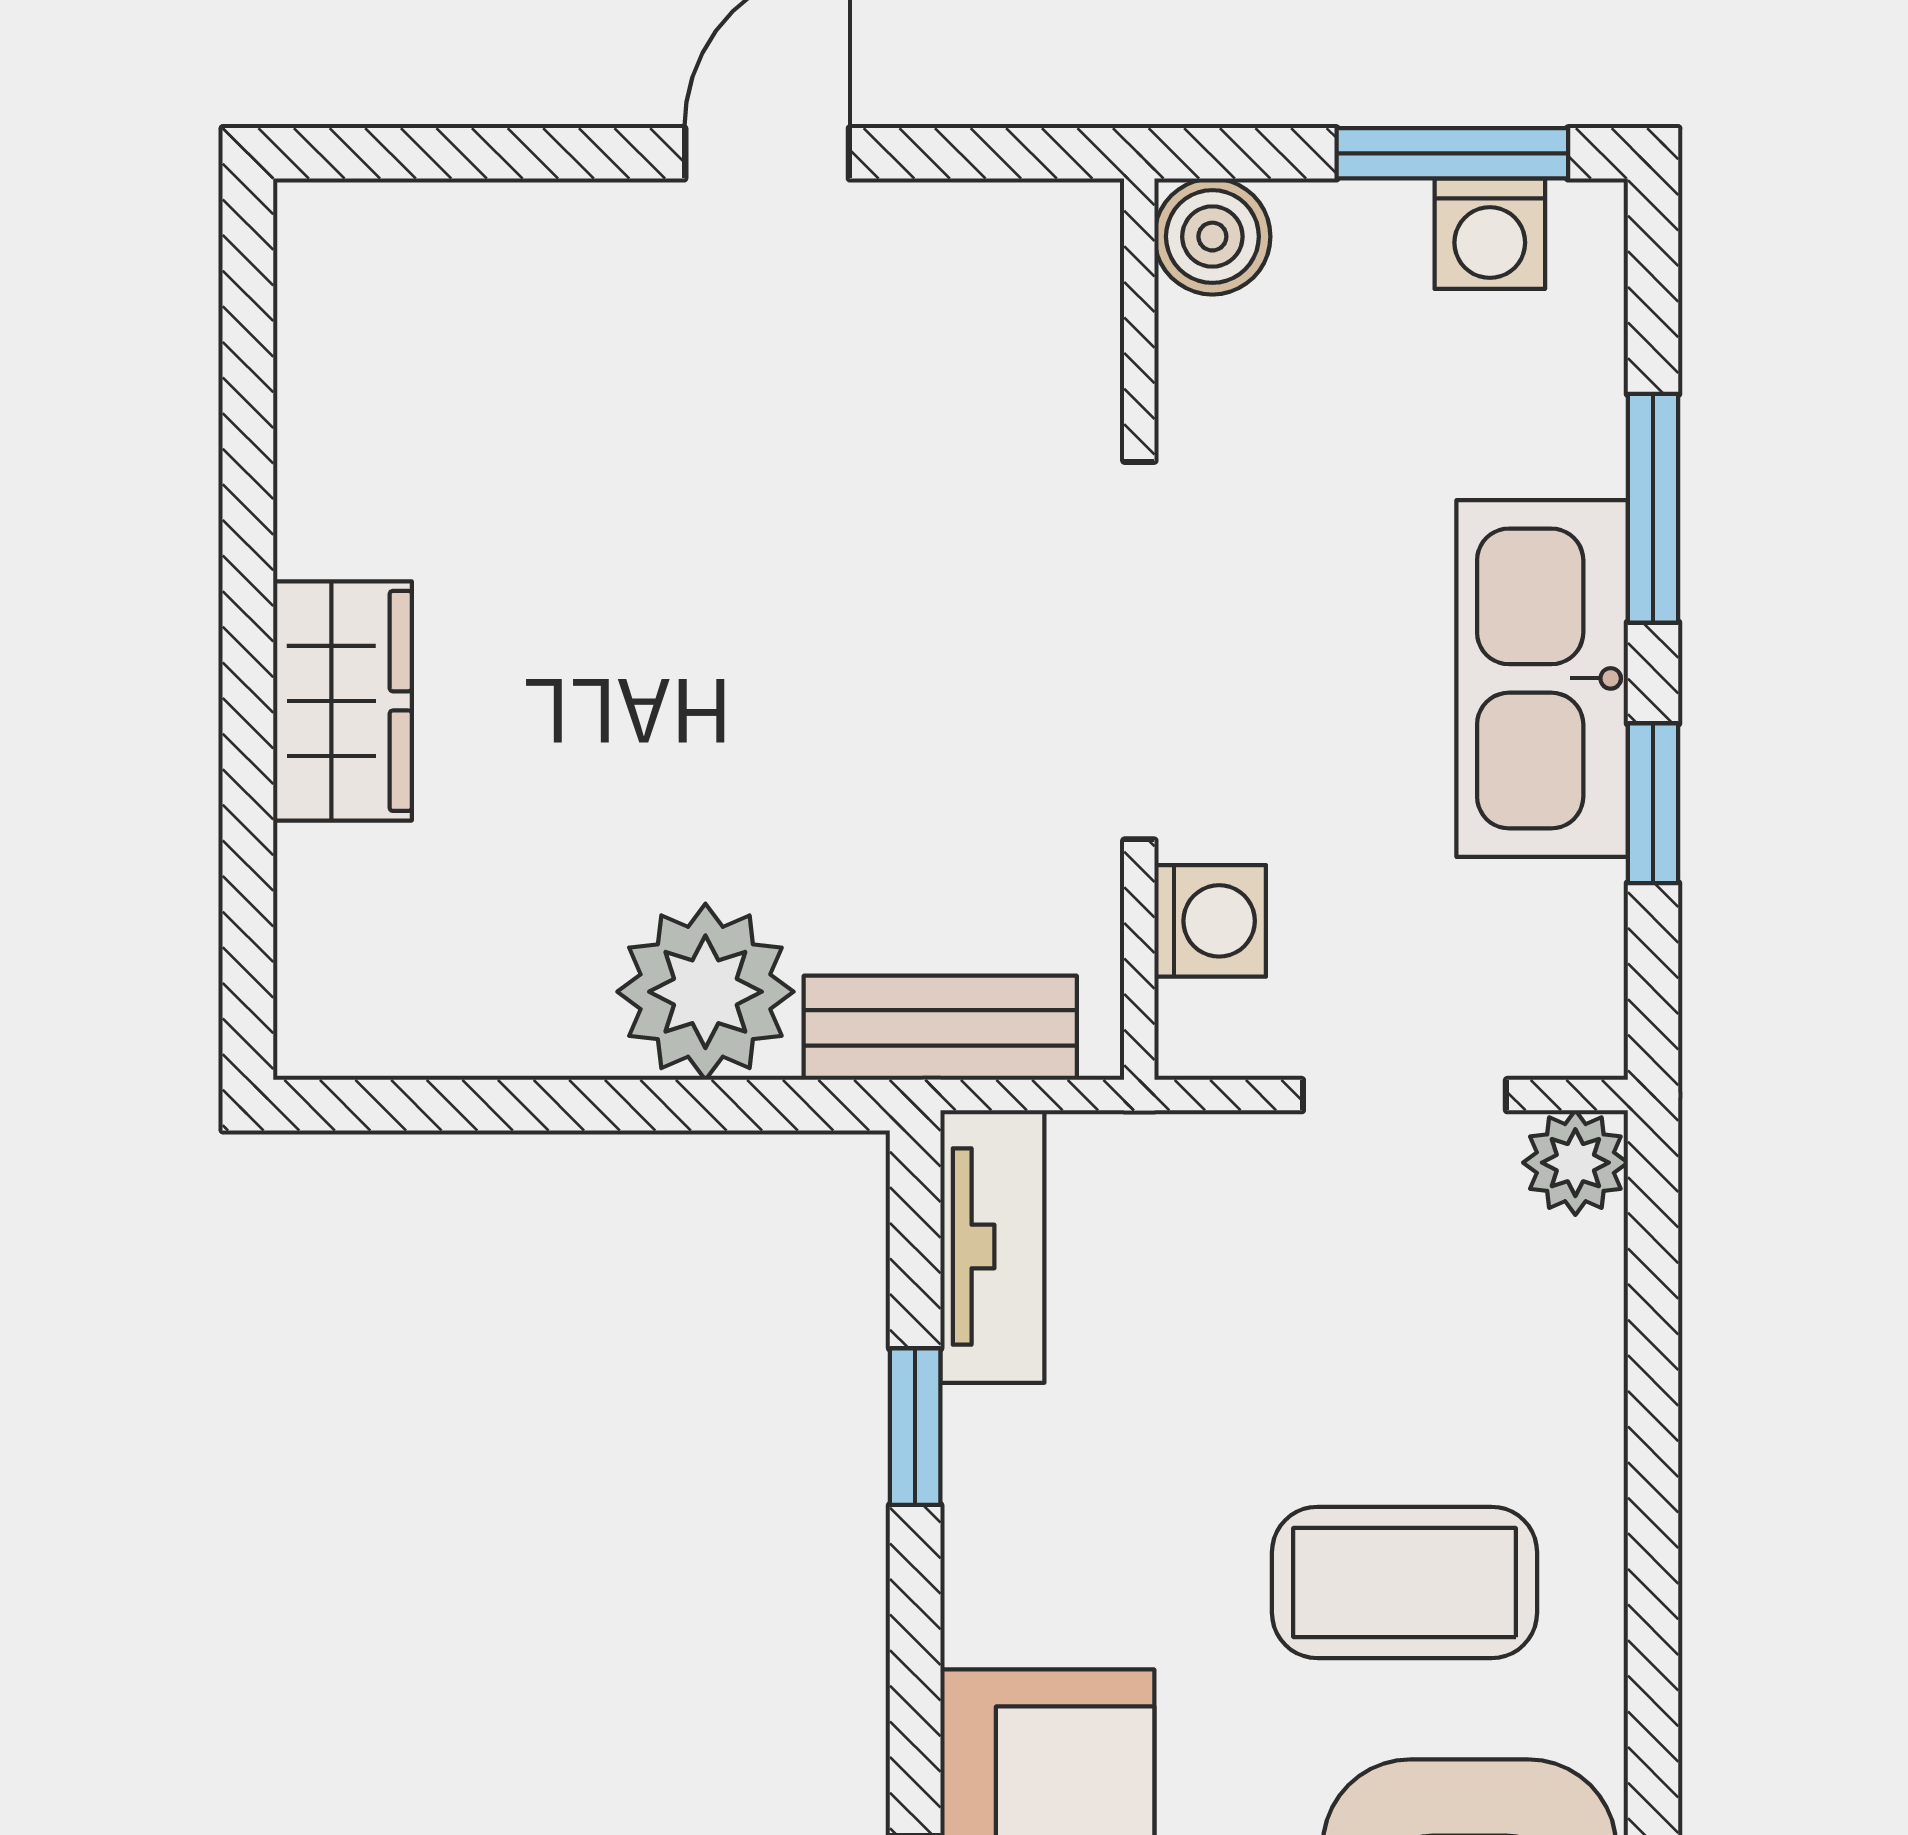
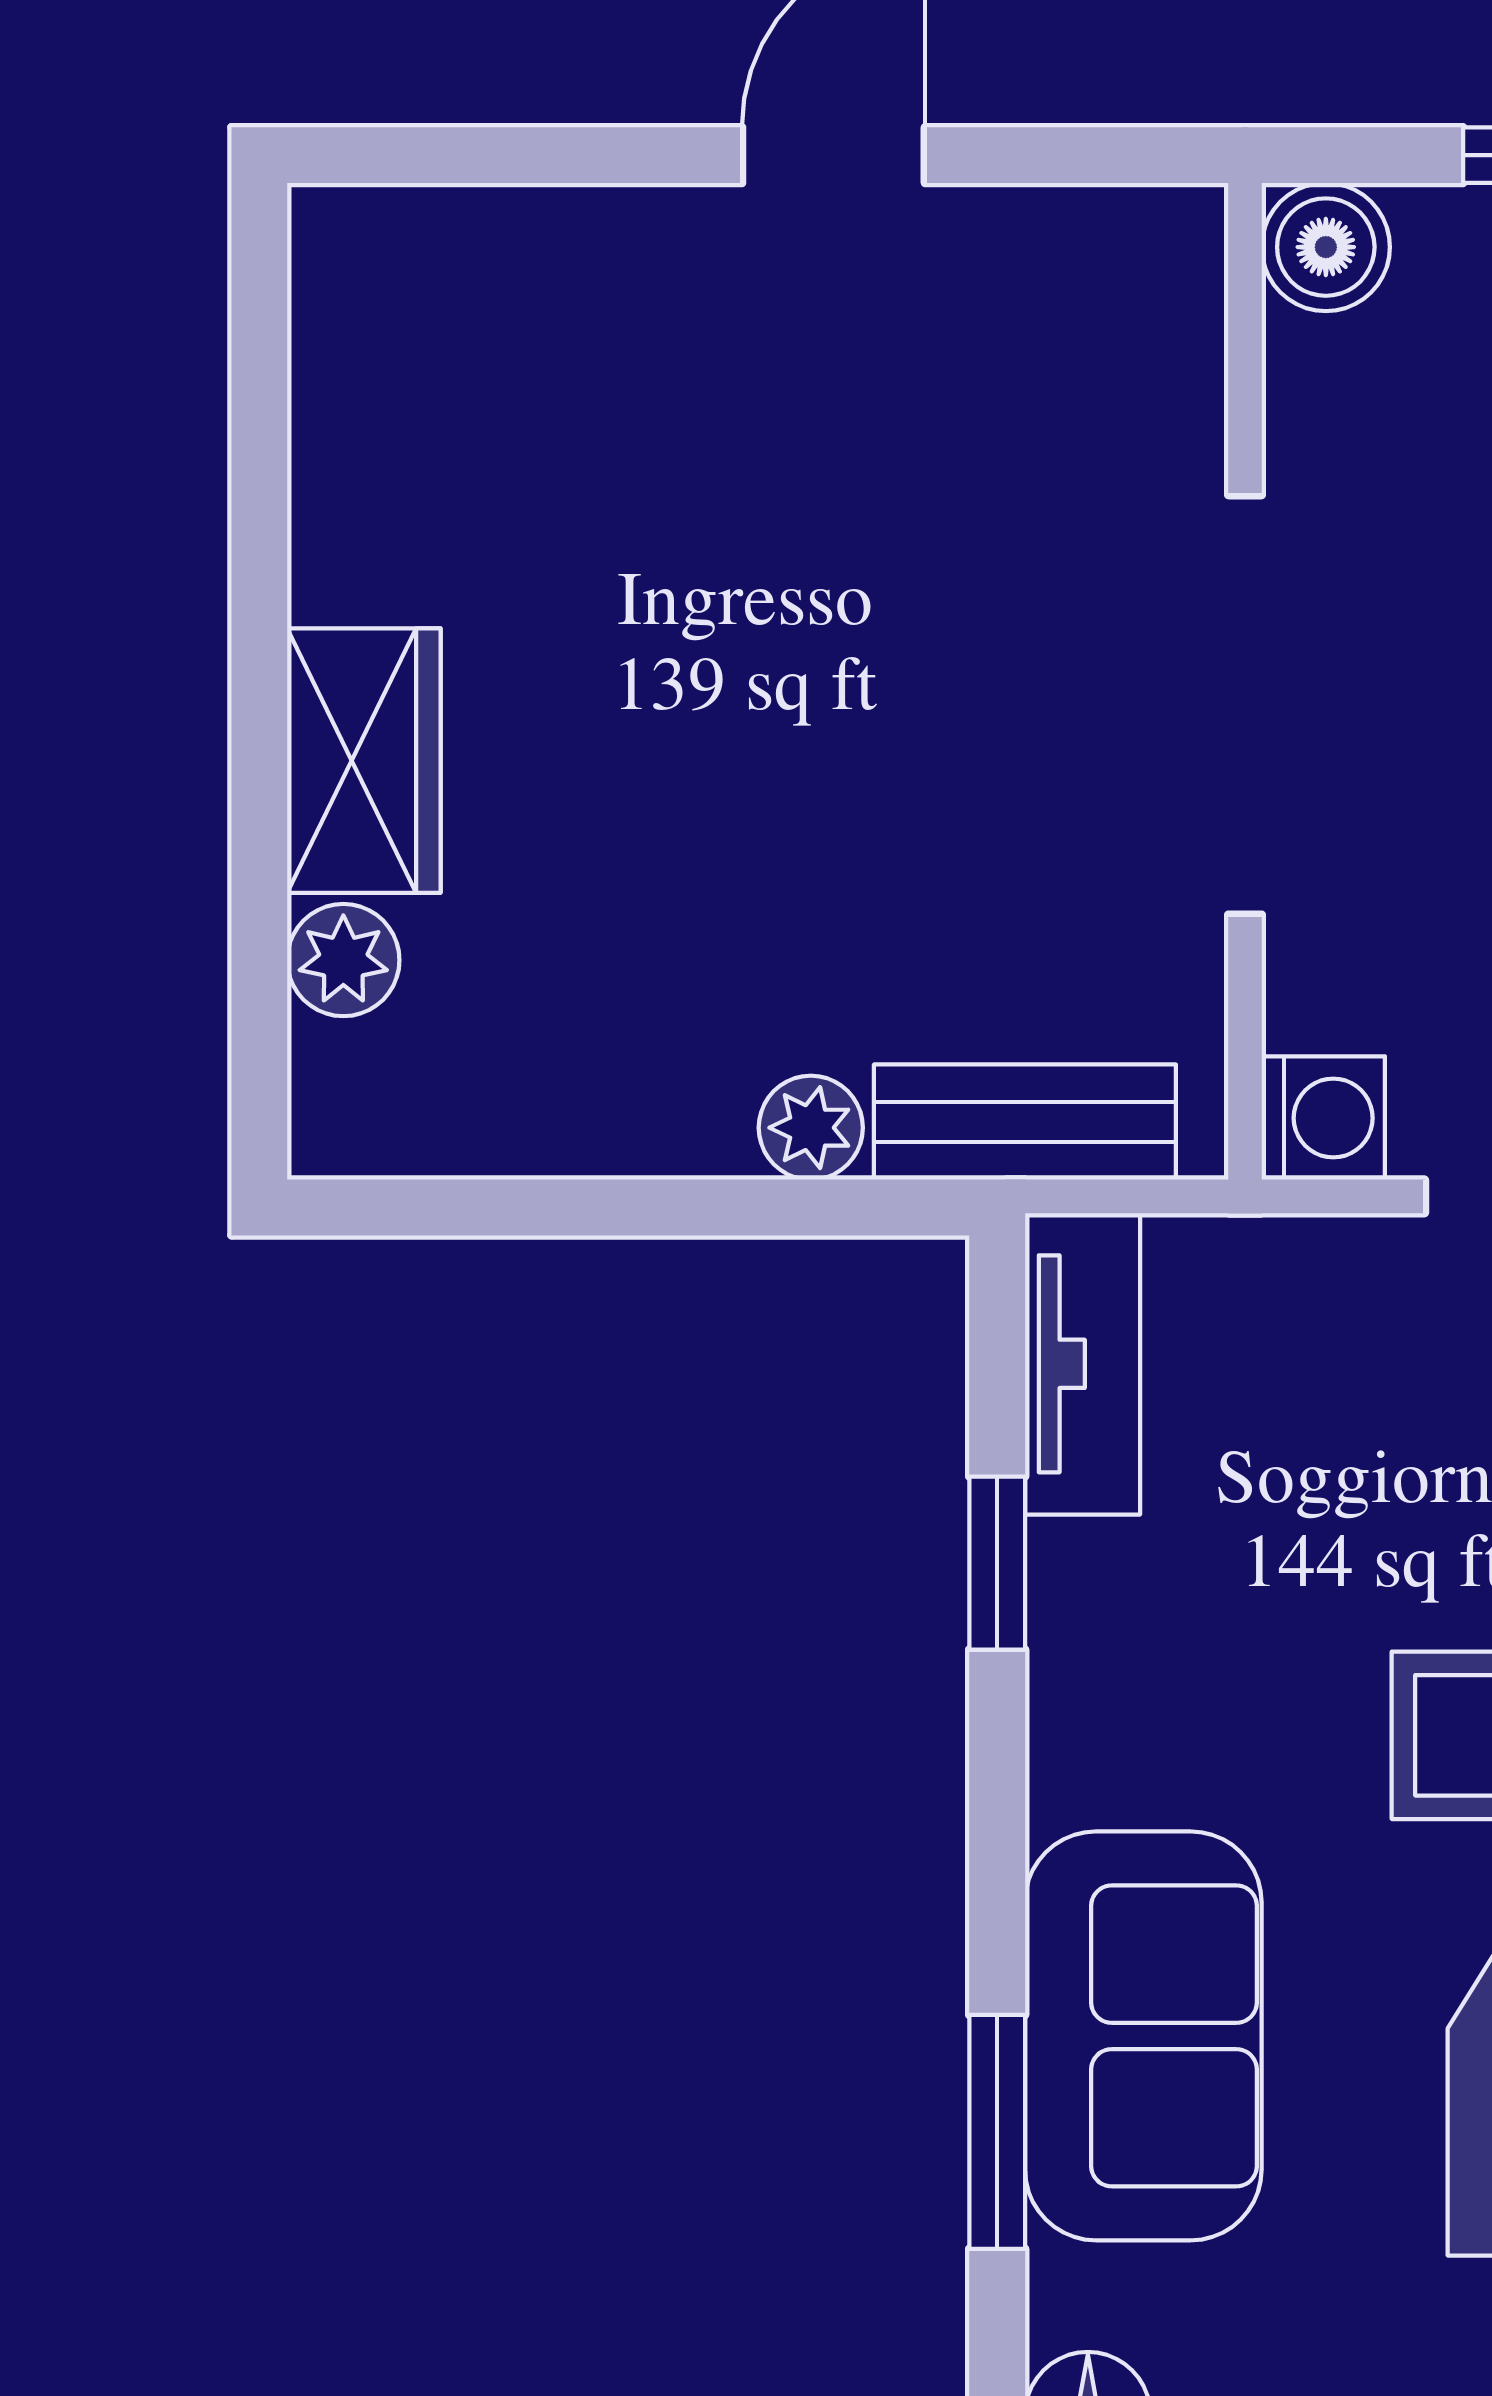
plant: (324, 881) -> (343, 960), added
washing machine: (1210, 921) -> (1323, 1118), moved
plant: (705, 992) -> (811, 1128), width x0.53, depth x0.53

